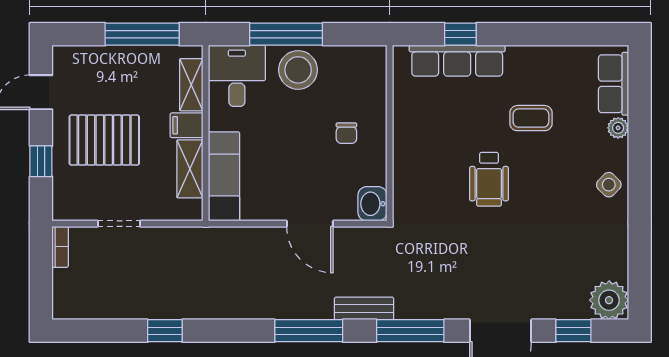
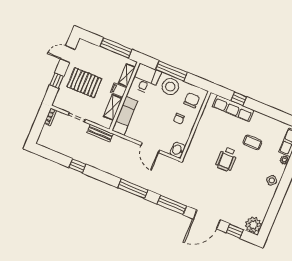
chair: (358, 81) -> (192, 100), added
bench: (364, 308) -> (100, 133), moved

